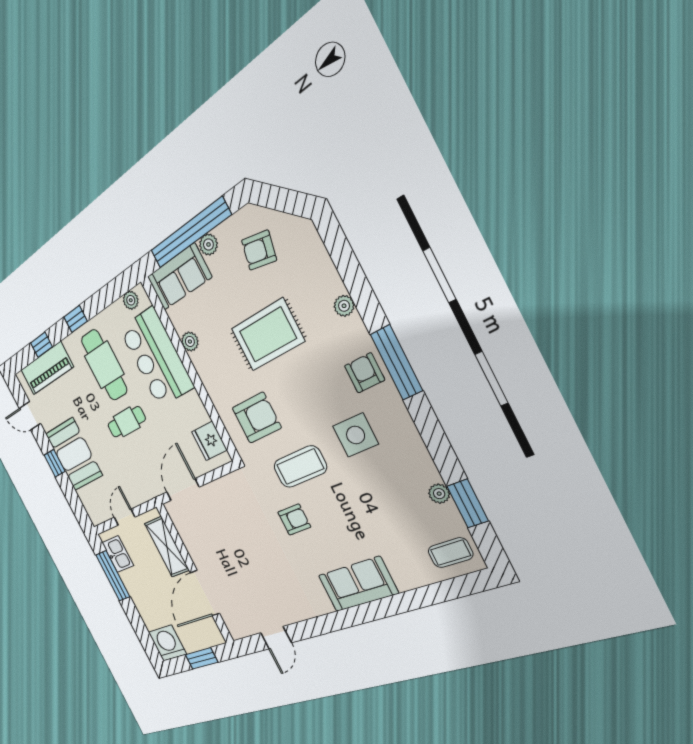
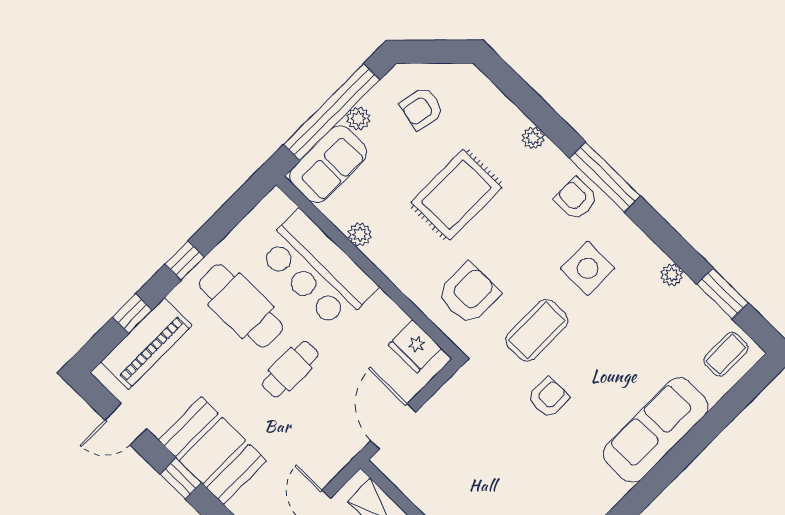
plant: (131, 300) -> (266, 211), removed
plant: (439, 494) -> (672, 275), moved
sofa: (358, 584) -> (656, 430), width x1.36

